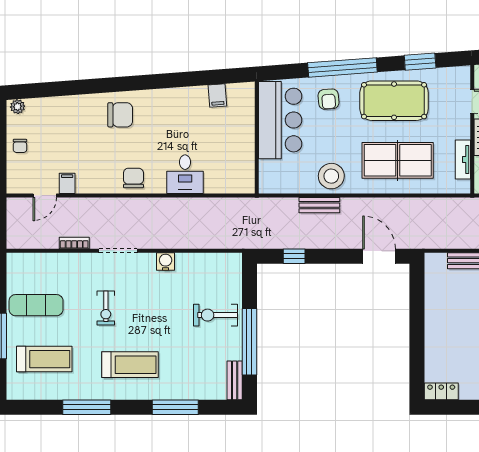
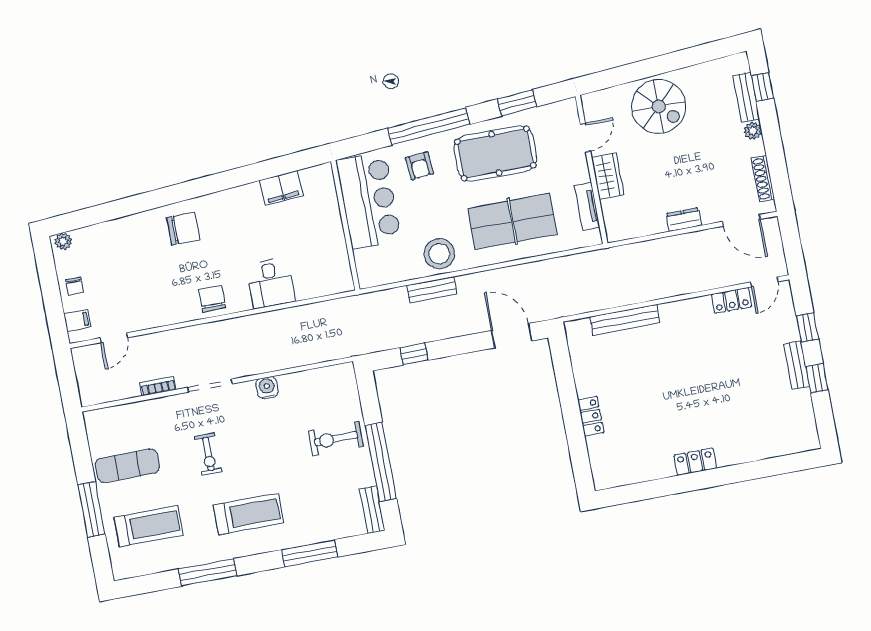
filing cabinet: (217, 95) -> (281, 188), width x2.00
filing cabinet: (67, 183) -> (77, 320), moved, turned 90
locker: (441, 391) -> (591, 416), moved, turned 90

